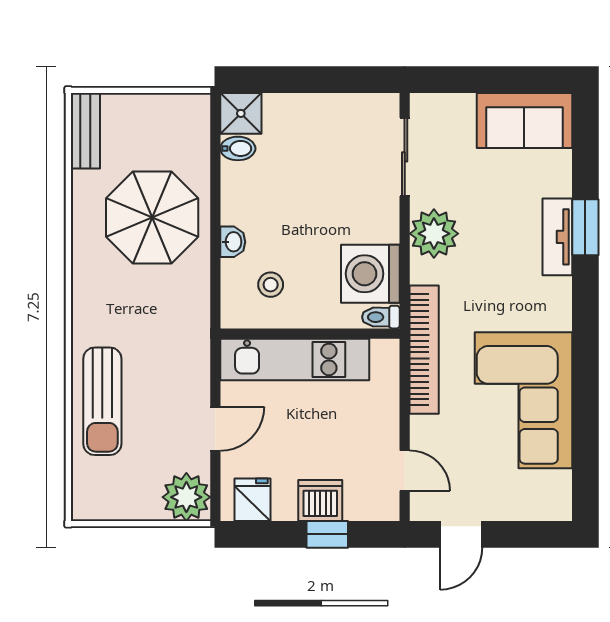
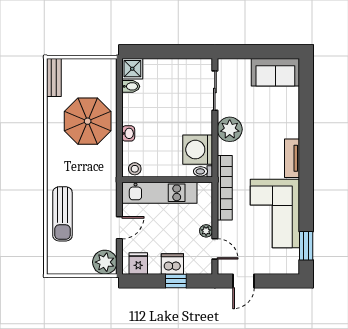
window: (585, 227) -> (306, 246), moved
tv unit: (557, 237) -> (292, 158), moved
stool: (271, 285) -> (135, 169), moved
plant: (387, 435) -> (206, 231), added

